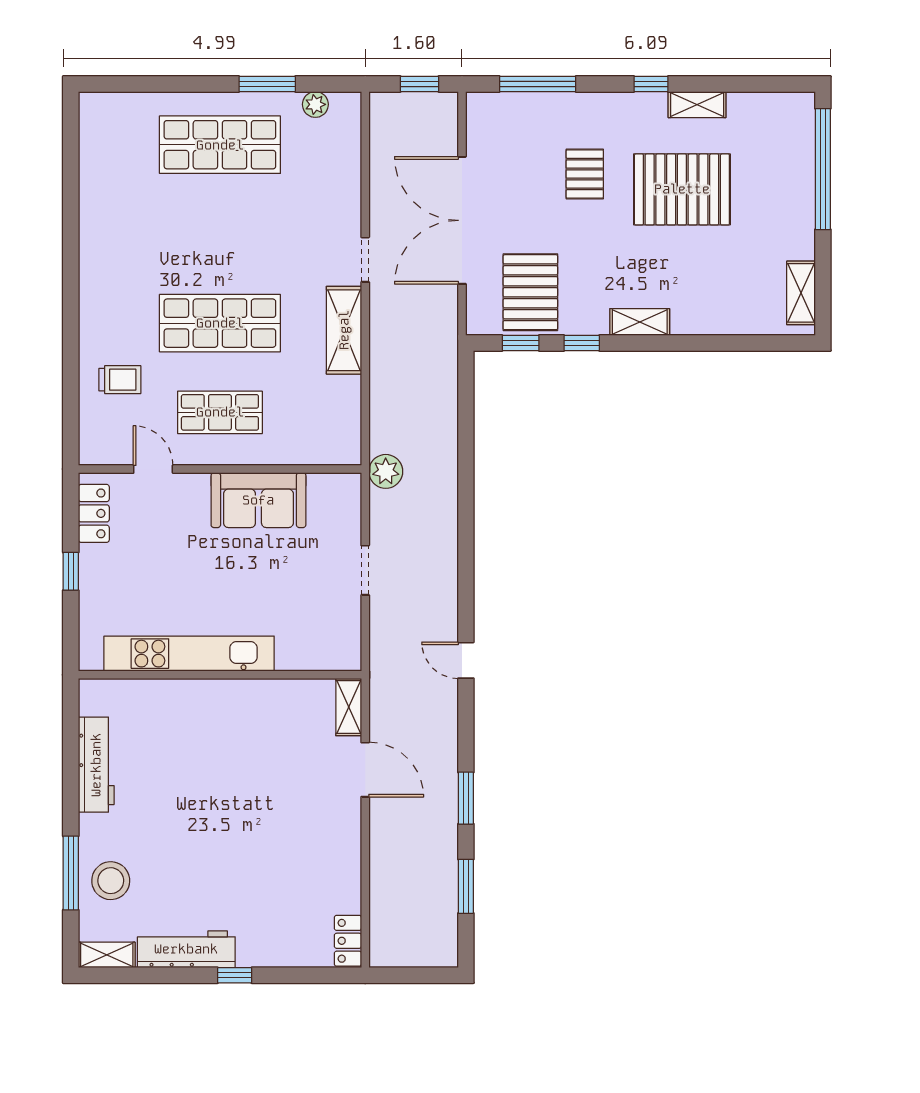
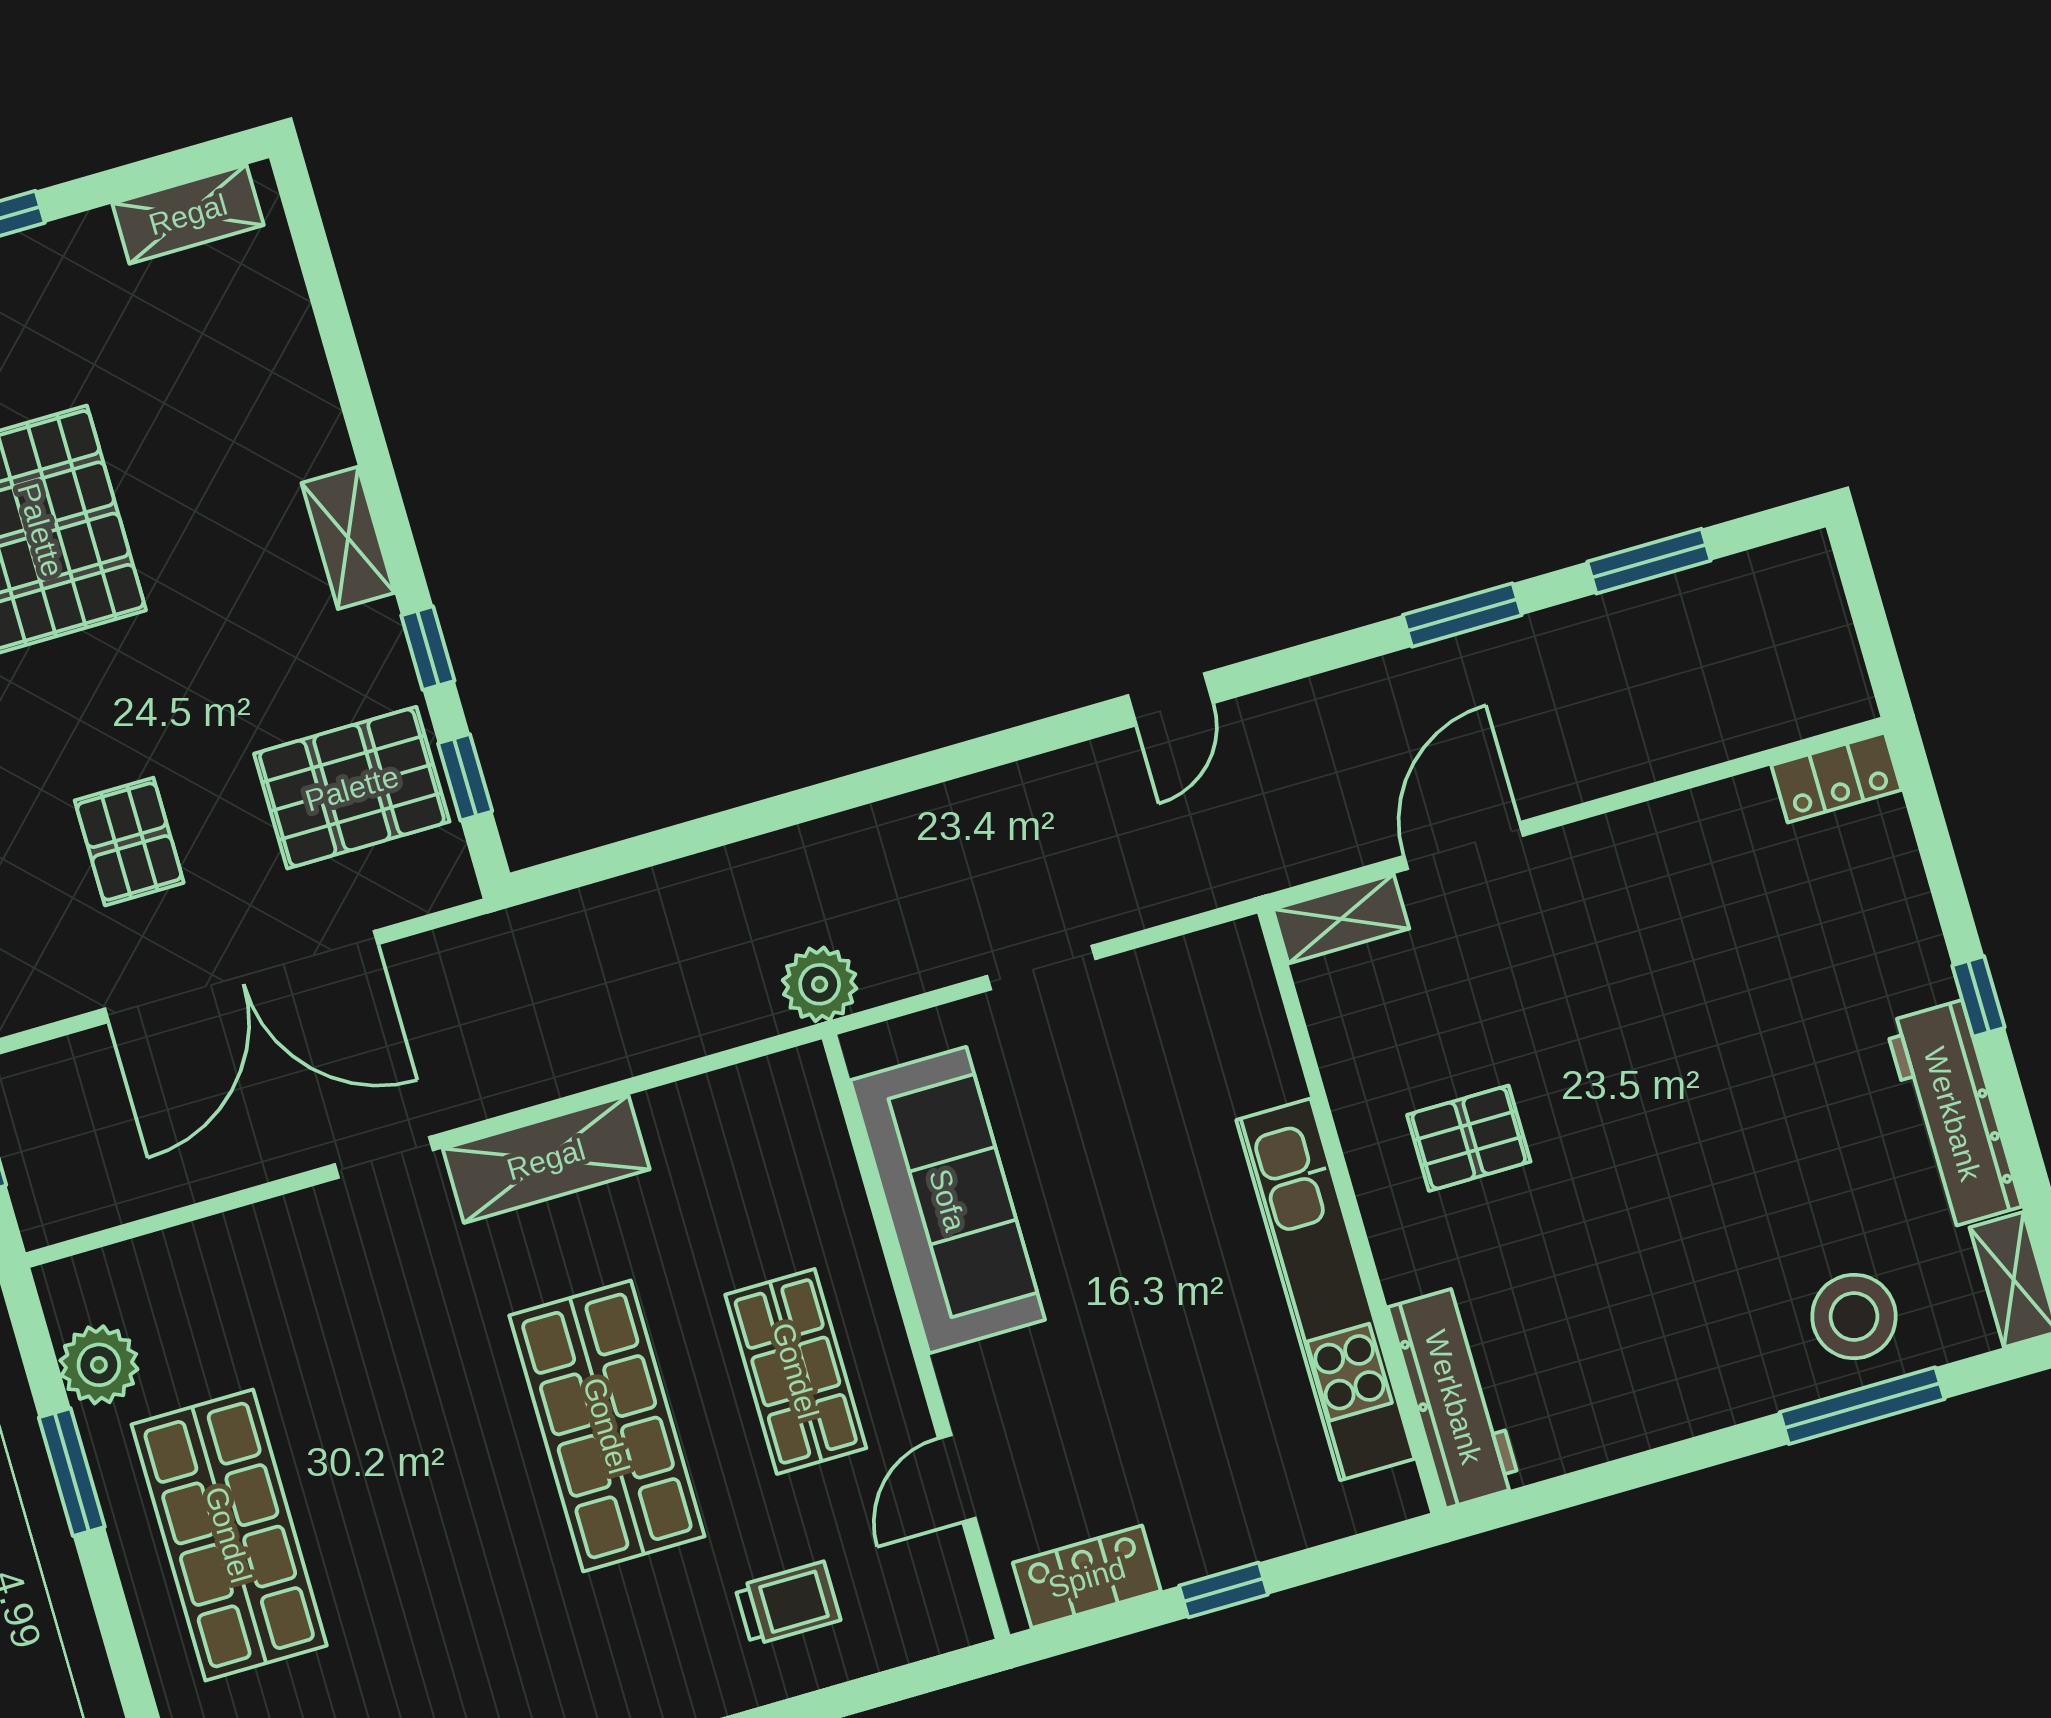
plant: (315, 104) -> (99, 1365), width x1.38, depth x1.38
pallet: (585, 174) -> (129, 842), moved, turned 90
trolley: (120, 380) -> (788, 1603), turned 90
sofa: (258, 500) -> (948, 1200), width x1.36
pallet: (237, 735) -> (1469, 1138), added
workbench: (96, 765) -> (1454, 1397), moved, turned 90

